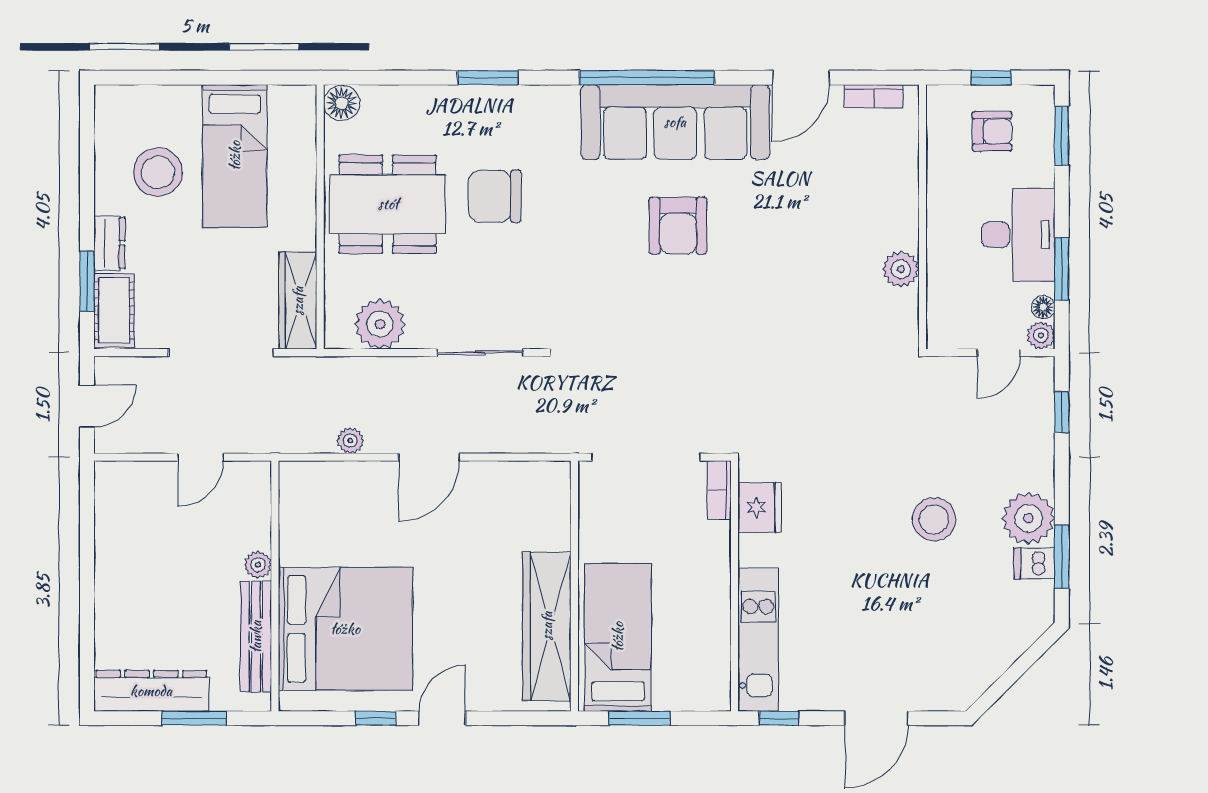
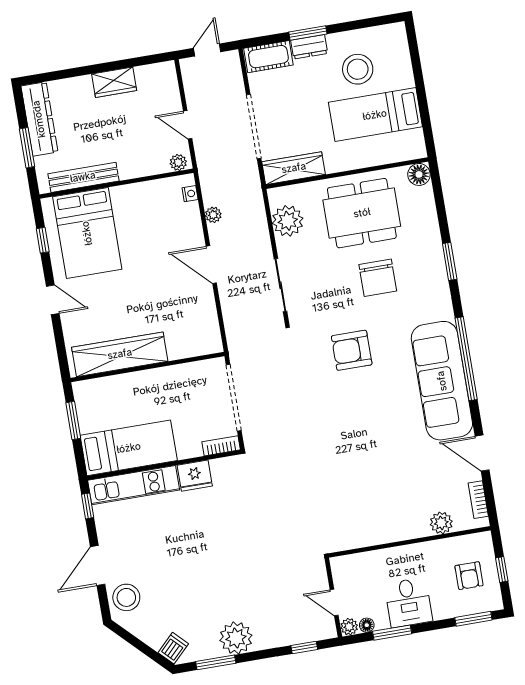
chair: (495, 196) -> (378, 278), turned 180
dining table: (388, 204) -> (362, 213), turned 90
armchair: (678, 226) -> (352, 350), moved
desk: (1018, 235) -> (408, 602), width x0.73
plant: (901, 269) -> (441, 523), moved
window: (87, 281) -> (308, 33), moved
door: (87, 406) -> (207, 50), swing flipped
nightstand: (311, 472) -> (190, 194), added
fridge: (760, 507) -> (195, 476), moved
stool: (934, 519) -> (126, 597), moved
wardrobe: (113, 562) -> (114, 82), added
dishwasher: (1034, 563) -> (173, 648), moved, turned 45
plant: (258, 565) -> (178, 162), moved
bed: (345, 629) -> (87, 233), width x0.73
bed: (618, 637) -> (129, 448), moved
window: (376, 718) -> (43, 240), moved
door: (876, 718) -> (98, 566), hinge flipped

